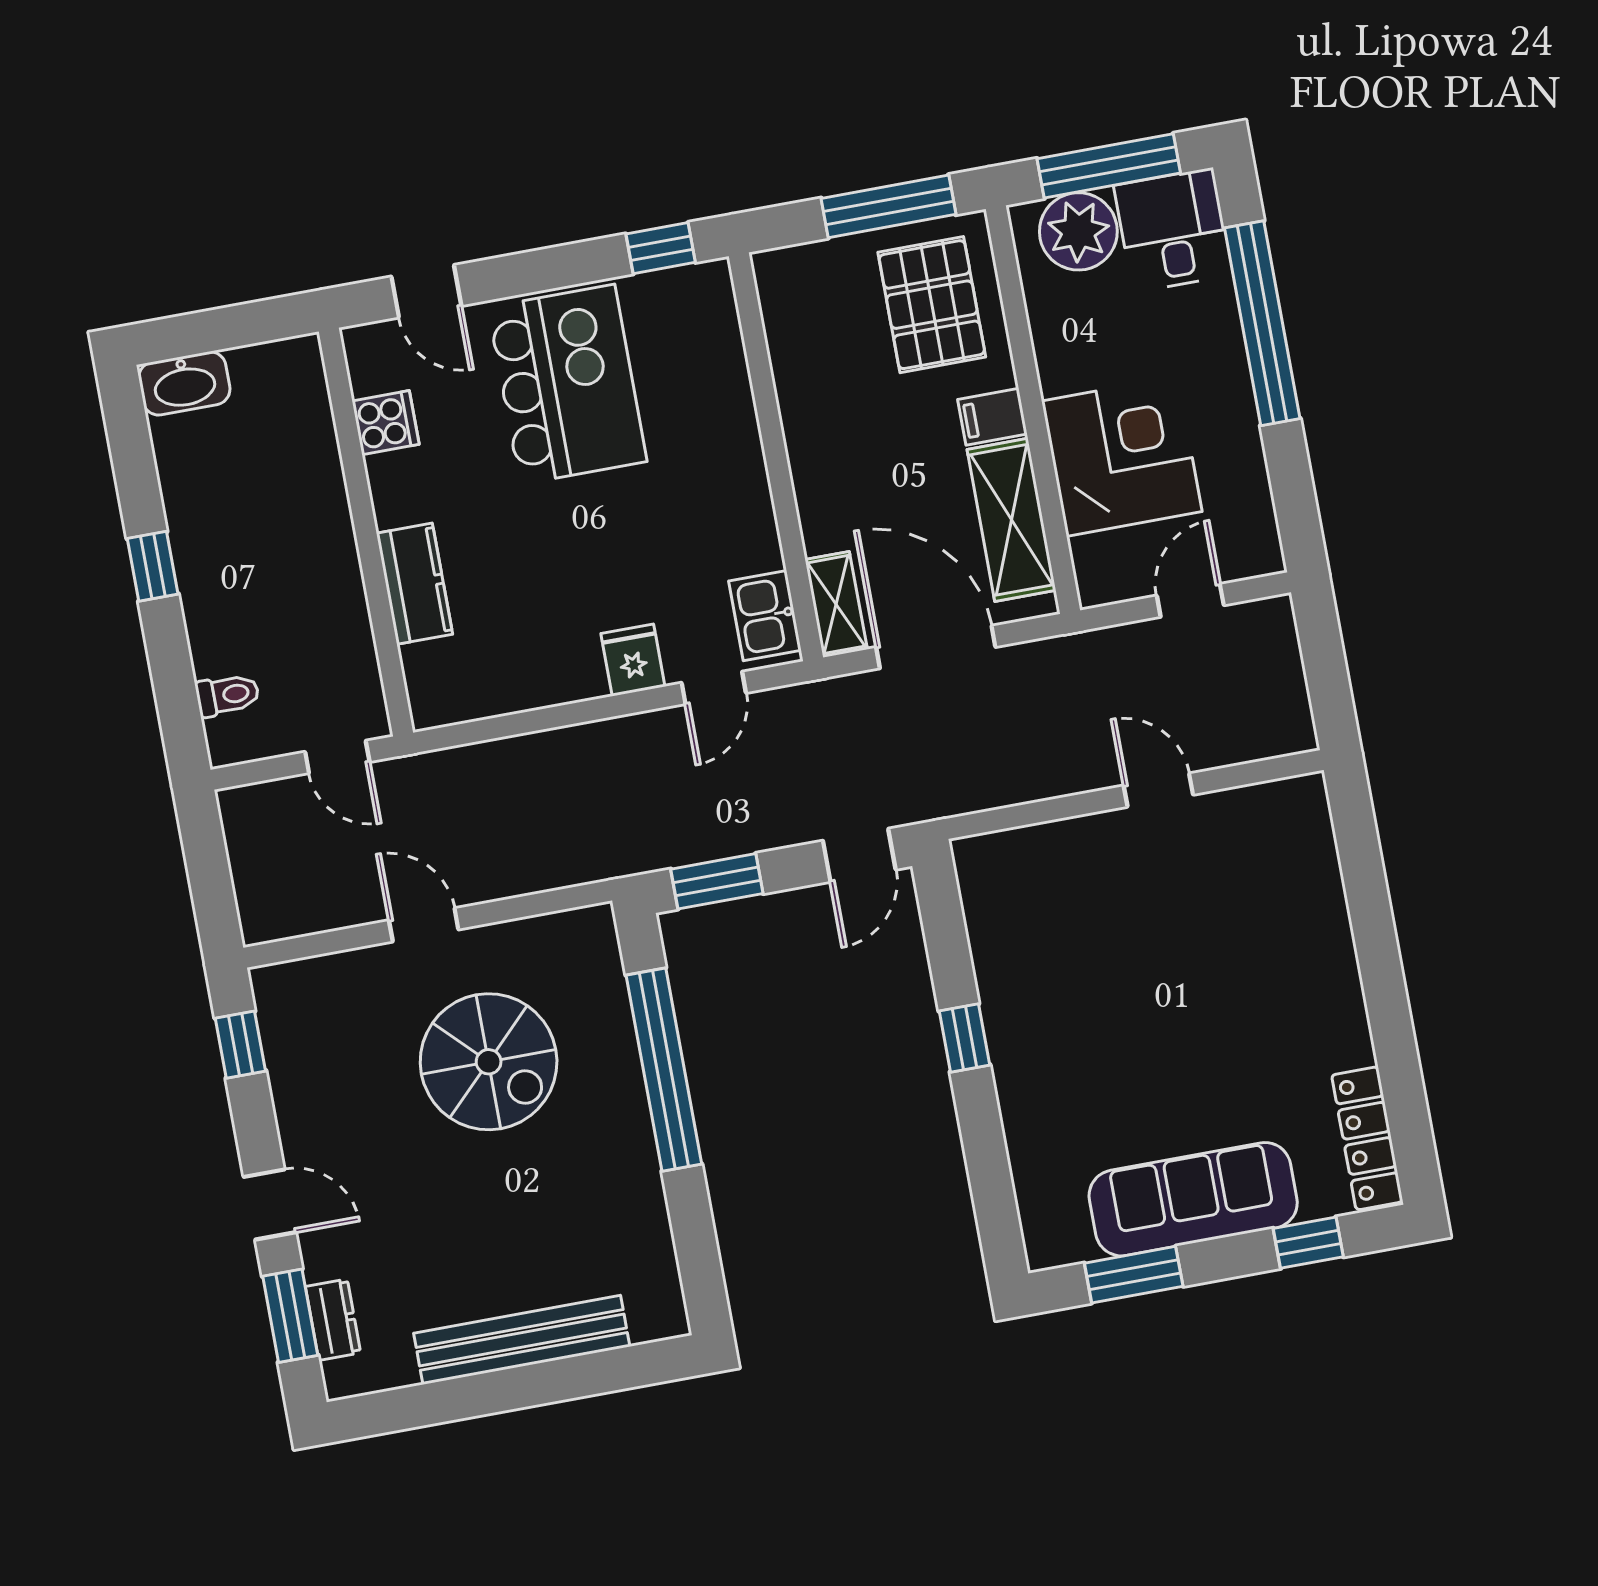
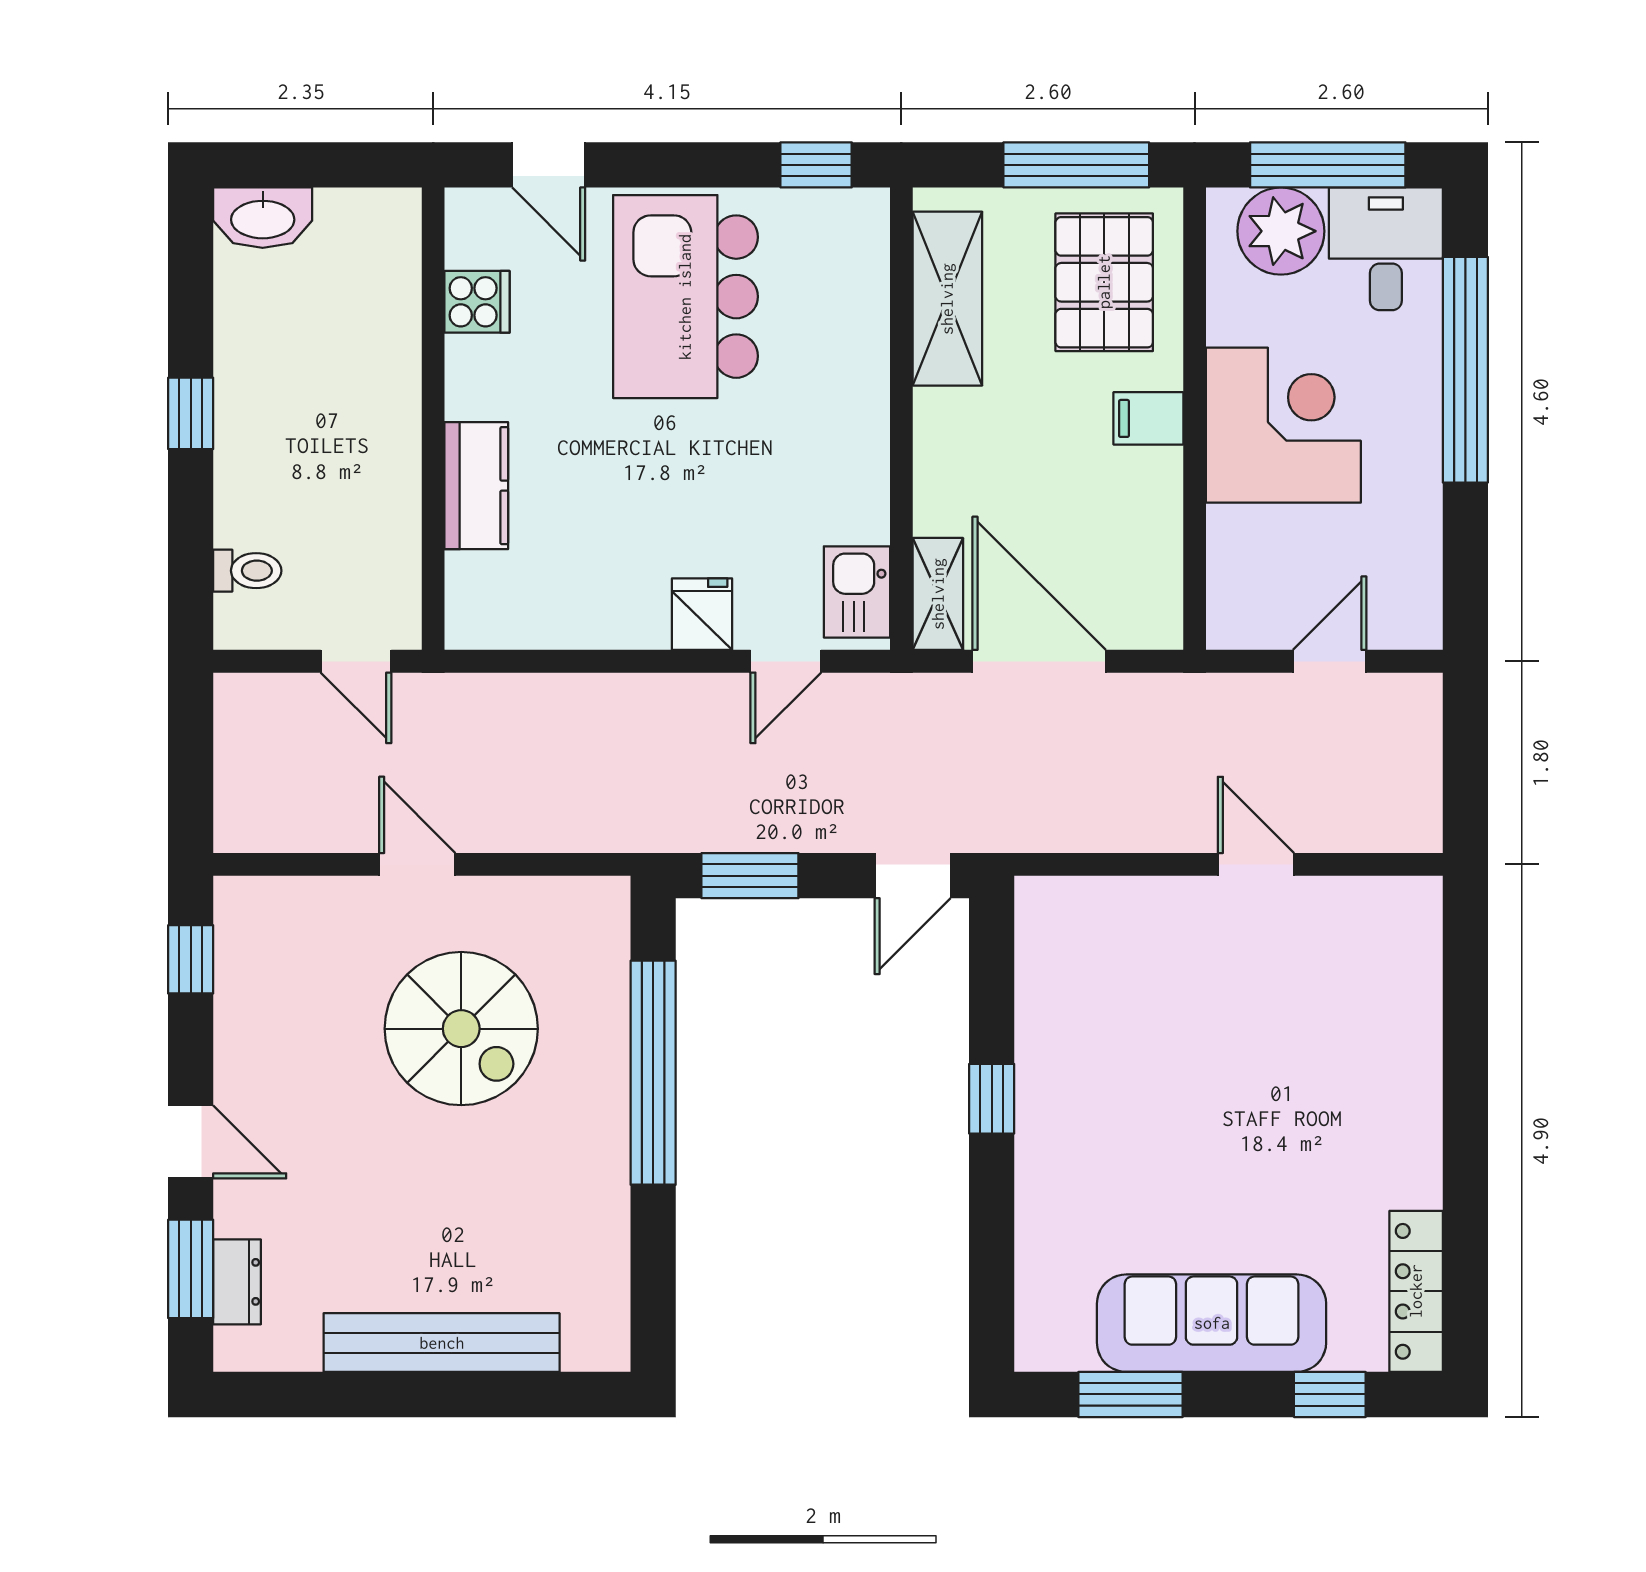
kitchen island: (567, 384) -> (685, 297), turned 180
corner desk: (1122, 456) -> (1283, 425), moved
shelving: (1011, 520) -> (947, 299), moved

